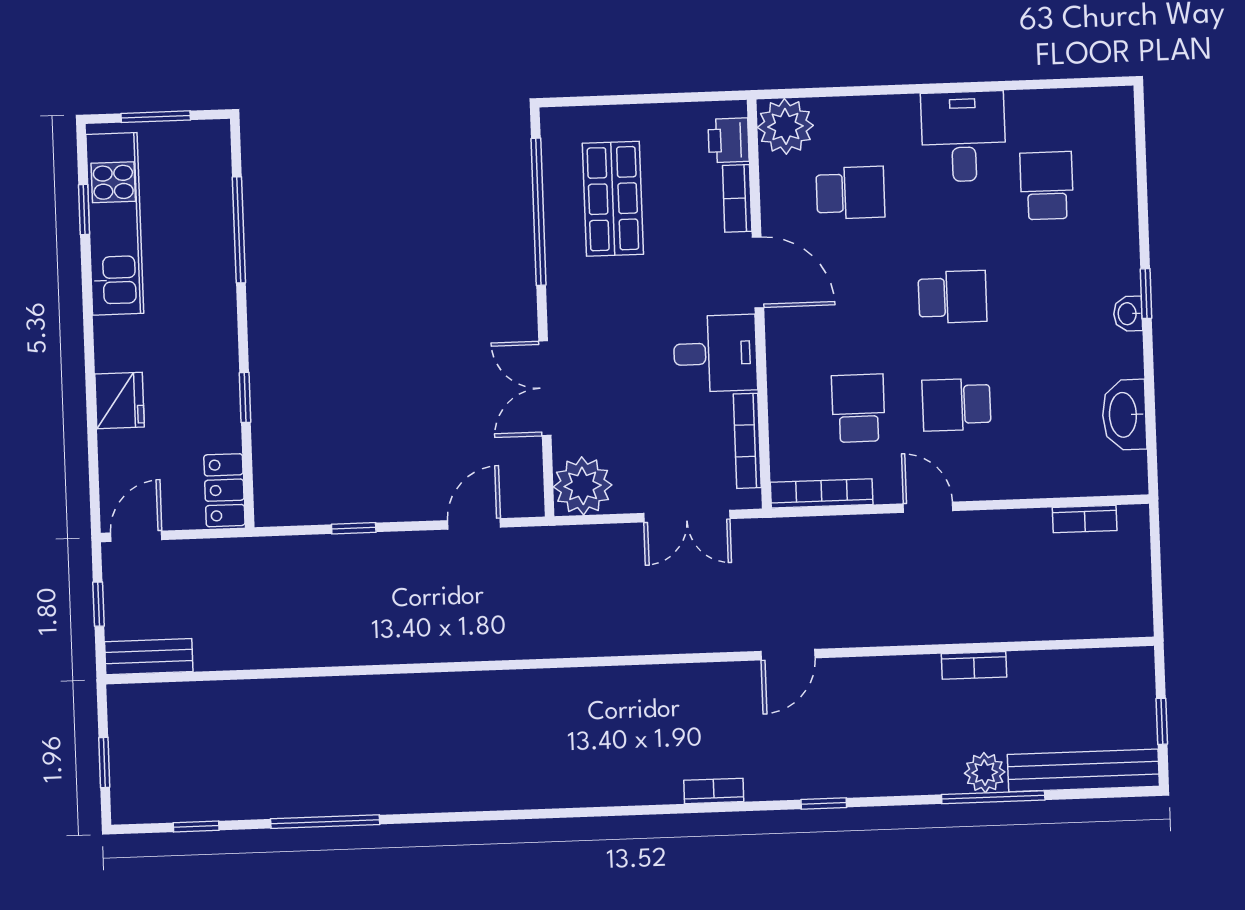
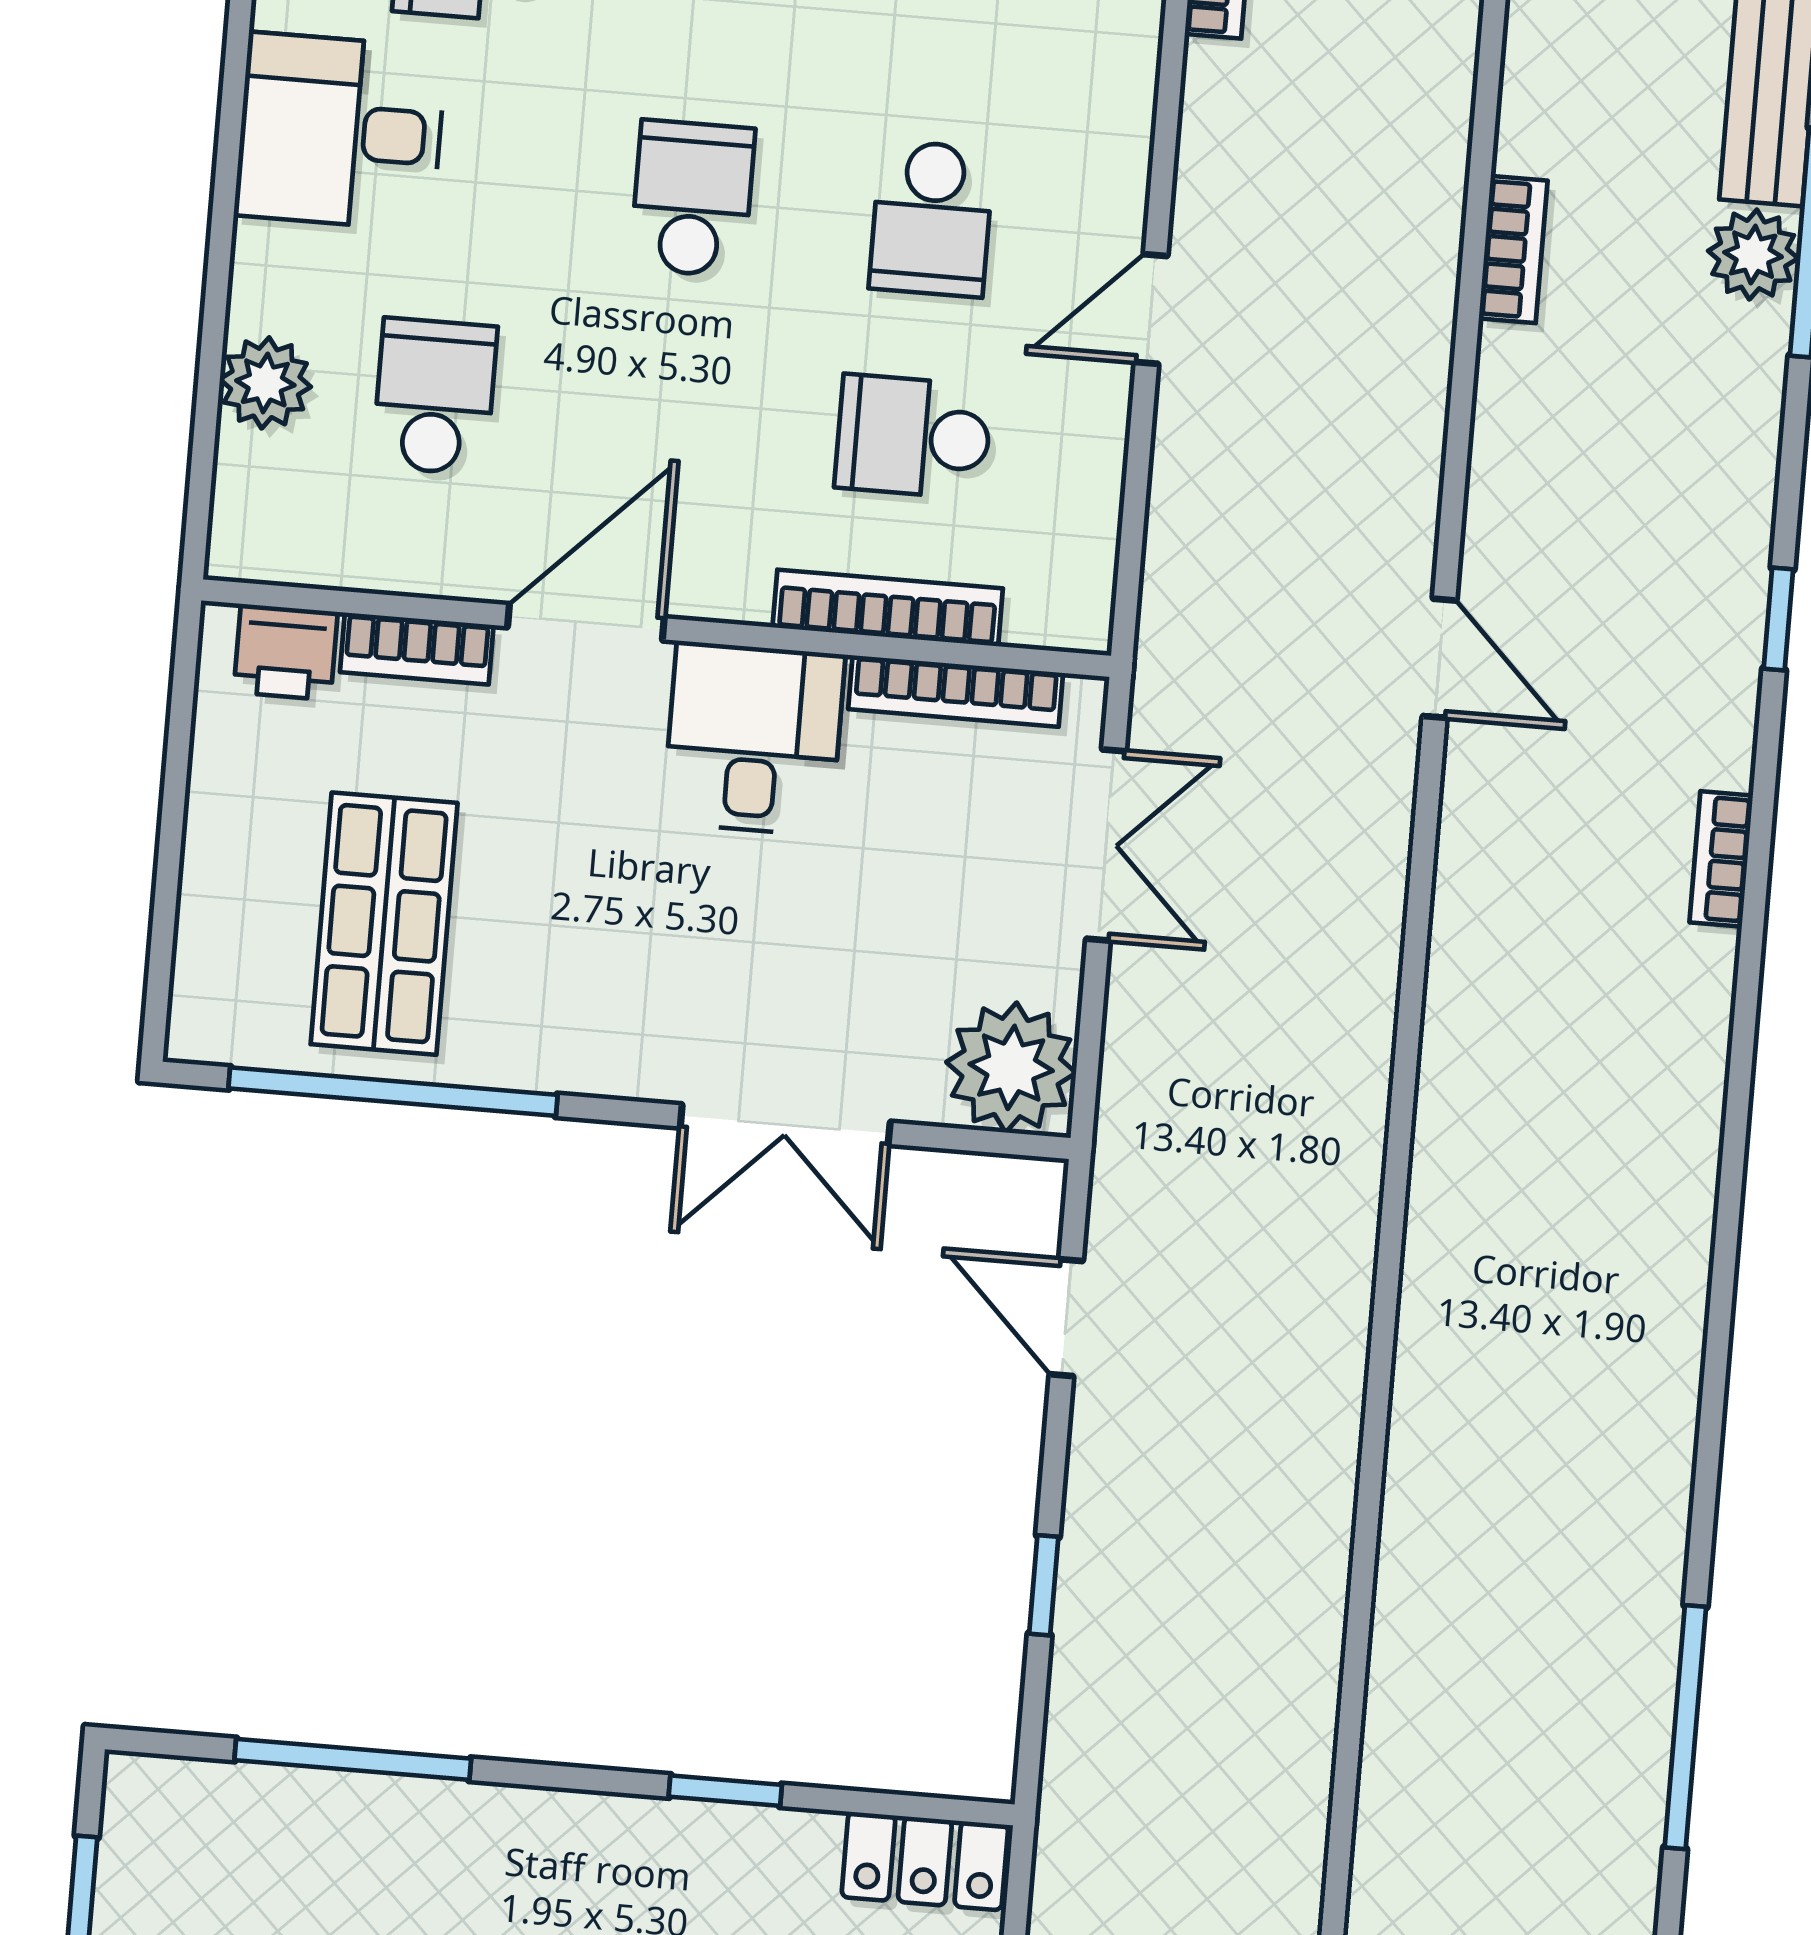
plant: (785, 126) -> (265, 383), moved, width x0.73, depth x0.73
shop shelf: (613, 199) -> (384, 924), turned 90
bookcase: (822, 493) -> (888, 608), moved, turned 90

